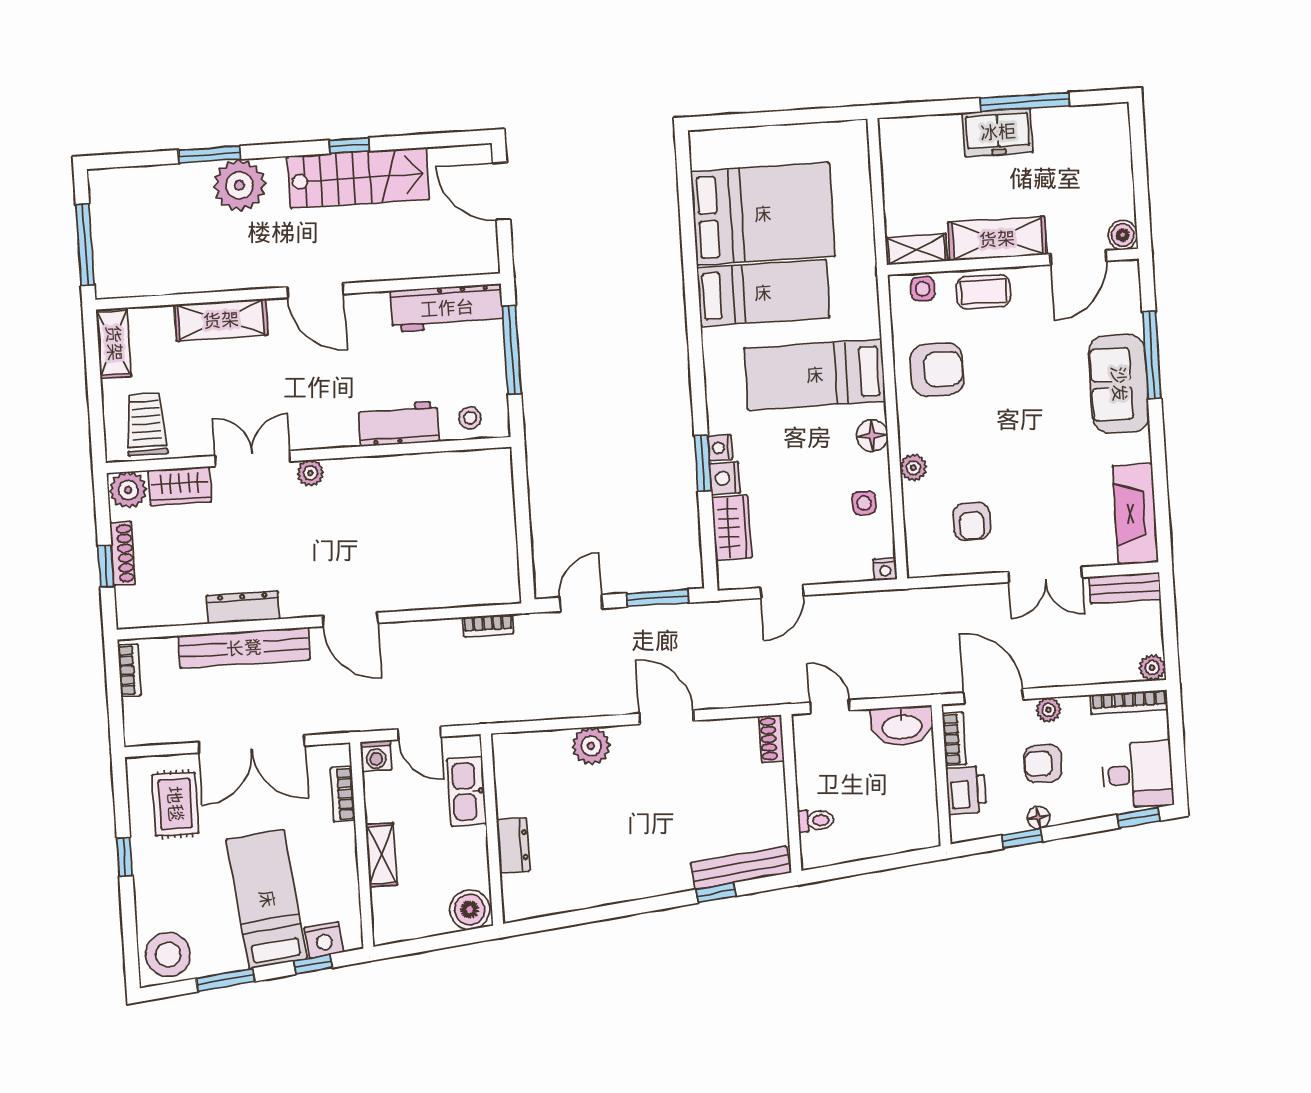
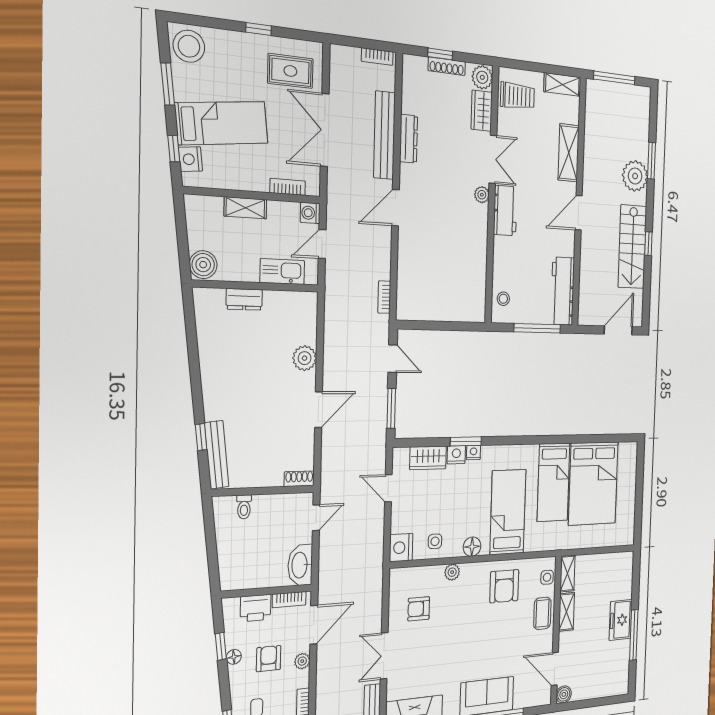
shelving: (997, 239) -> (567, 612), width x0.67, depth x0.75
workbench: (399, 424) -> (505, 211), moved
nightstand: (885, 569) -> (401, 548), width x1.89, depth x1.79

